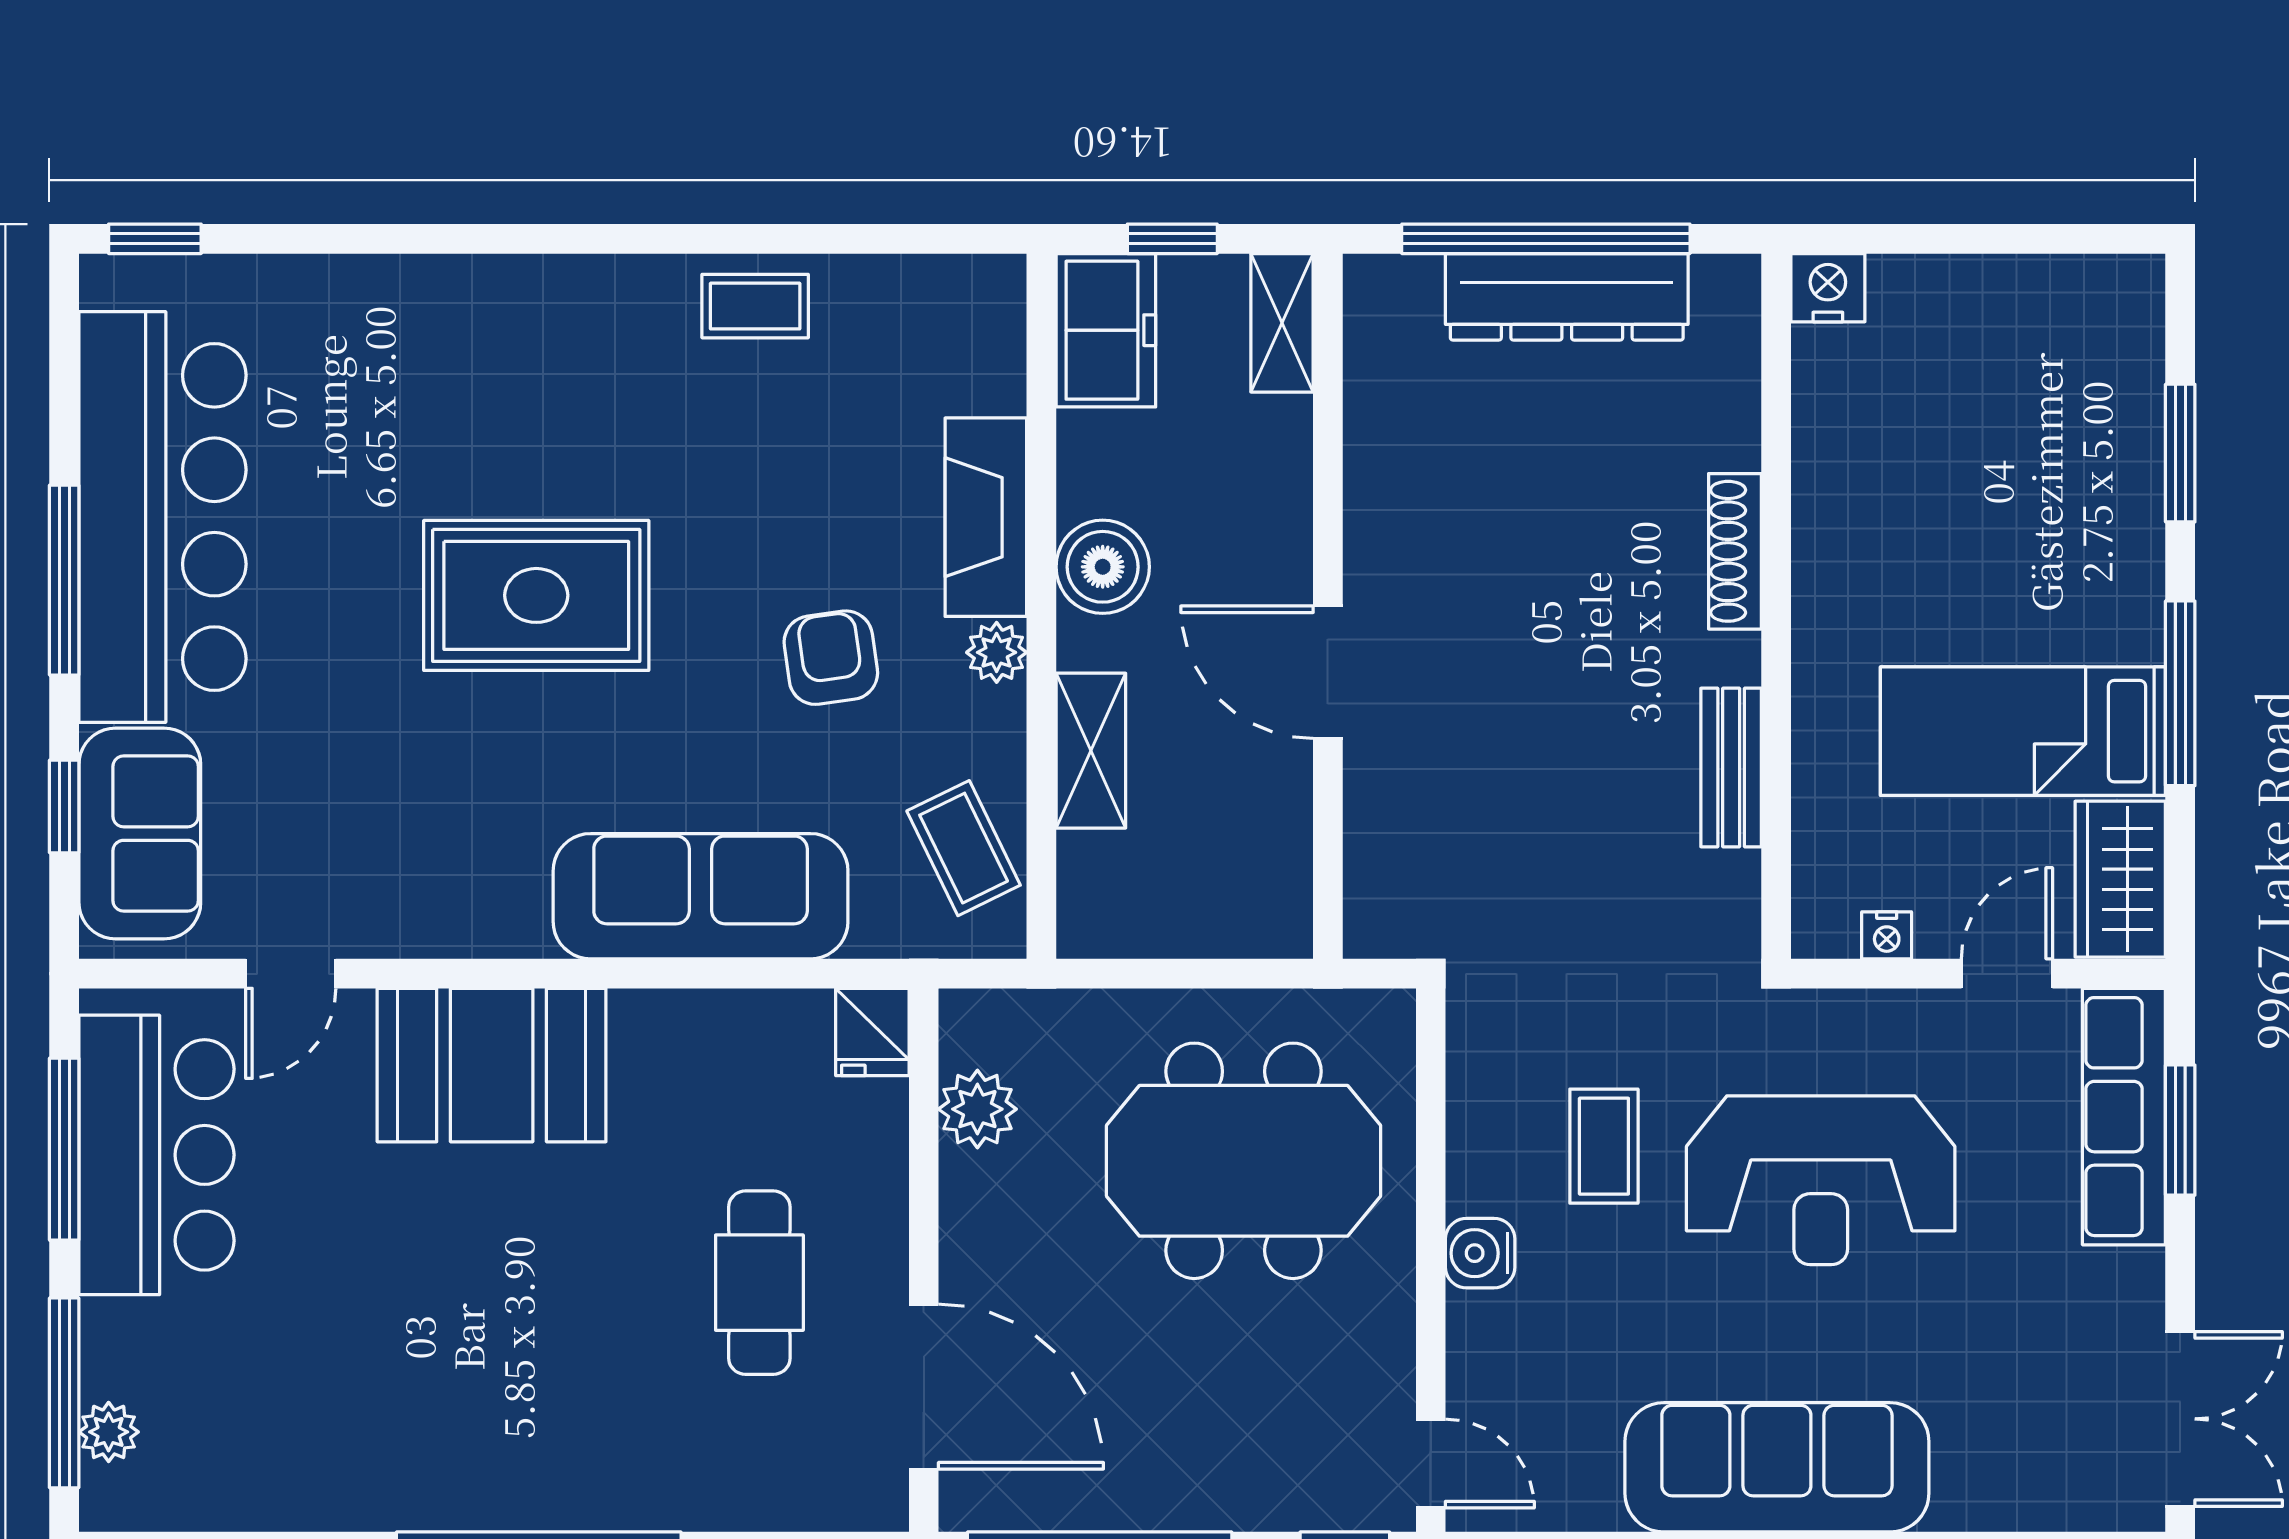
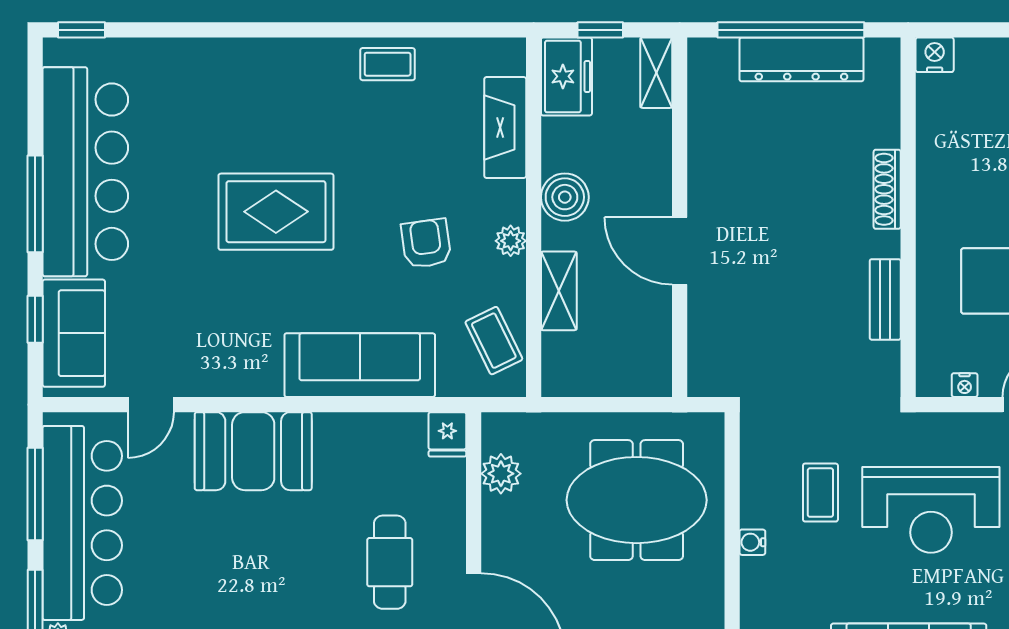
fireplace: (986, 517) -> (505, 127), moved
bar counter: (156, 1155) -> (82, 523), width x1.36
water cooler: (1480, 1253) -> (752, 542), width x0.72, depth x0.72

